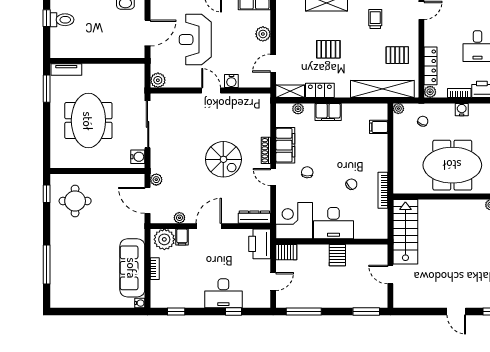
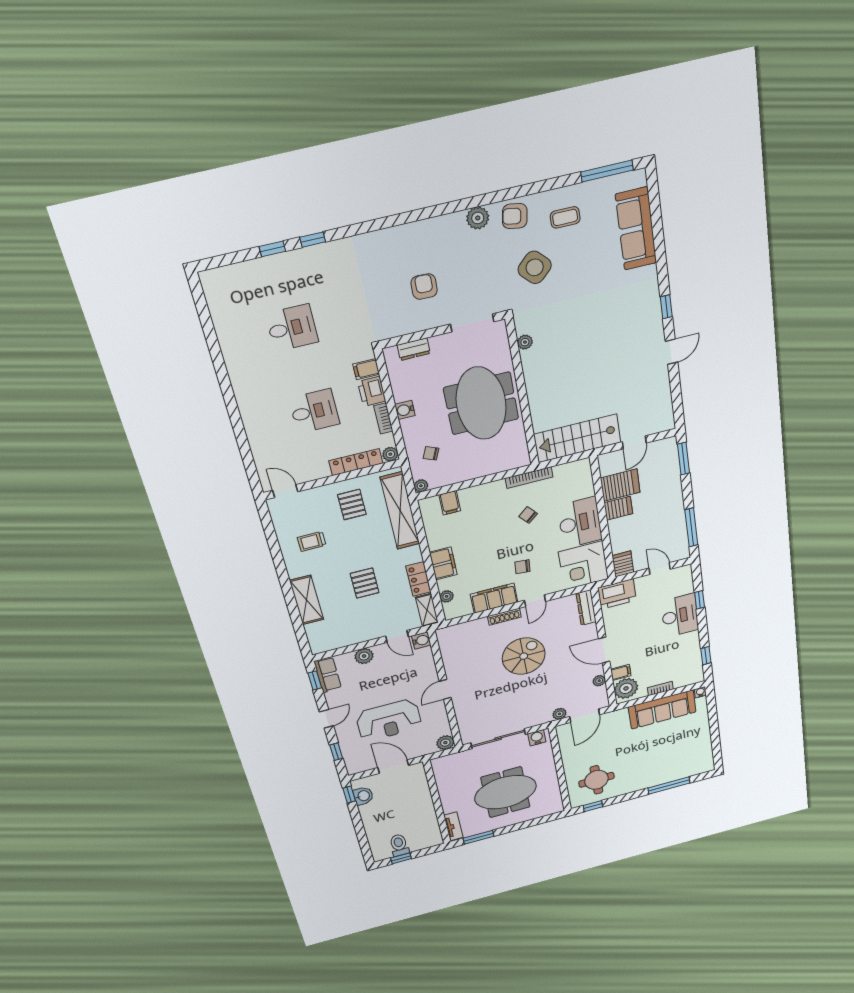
water cooler: (231, 81) -> (421, 640), moved
server rack: (357, 259) -> (620, 485), added

